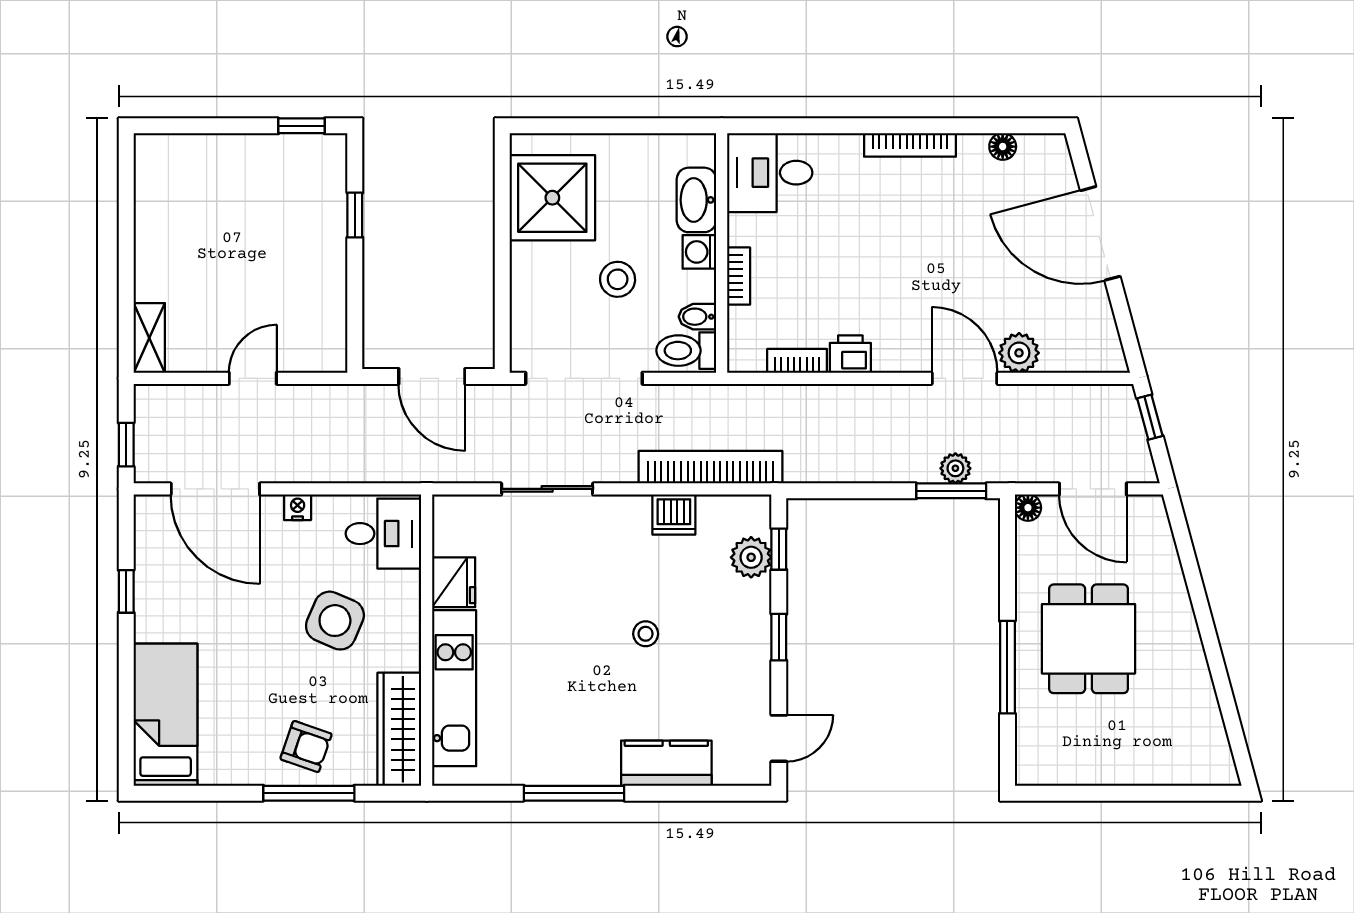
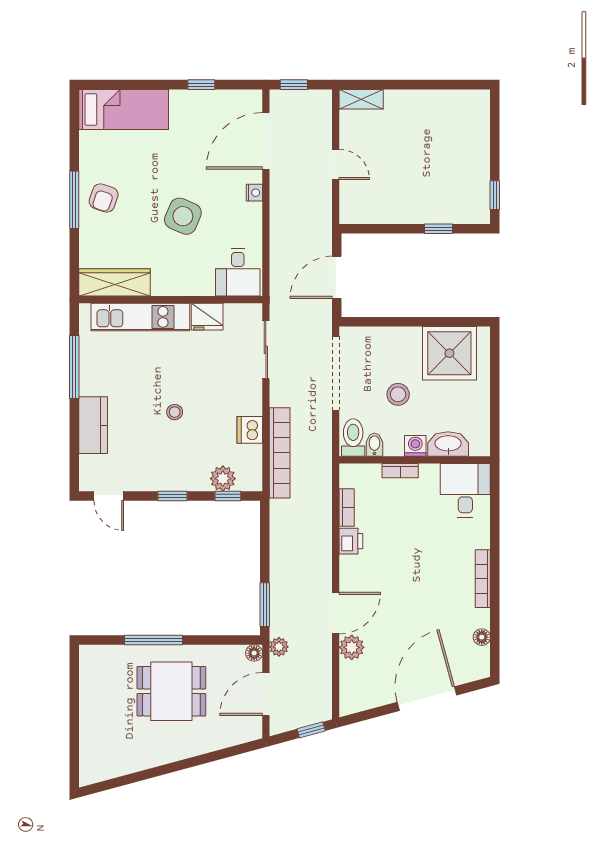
plant: (955, 468) -> (279, 647), moved
desk: (383, 534) -> (238, 272), moved
fridge: (454, 582) -> (207, 317), moved
wall: (427, 640) -> (171, 300), moved
kitchen unit: (454, 688) -> (140, 317), moved
wardrobe: (399, 729) -> (114, 282), moved

